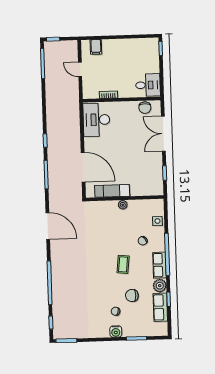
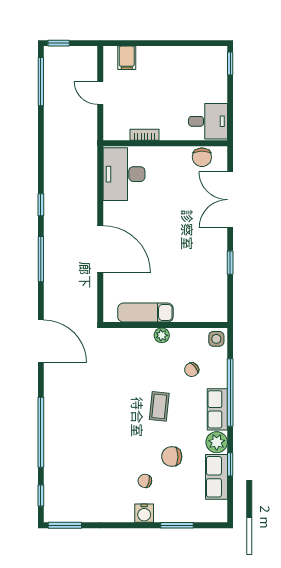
exam couch: (112, 191) -> (145, 313), moved
wall: (125, 198) -> (165, 325), moved
plant: (123, 205) -> (162, 335), moved

